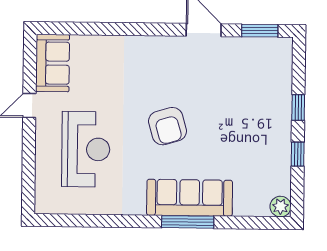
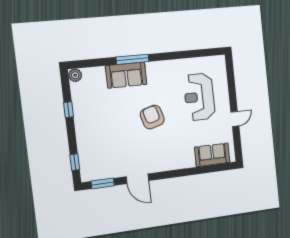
sofa: (53, 63) -> (212, 155), moved, turned 90
window: (298, 108) -> (75, 162), moved
sofa: (190, 198) -> (126, 75), width x0.73

